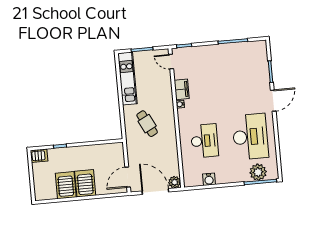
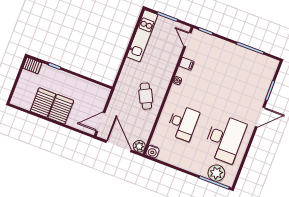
filing cabinet: (182, 89) -> (187, 64), width x0.50
cafe table: (147, 124) -> (146, 96), moved
water cooler: (209, 179) -> (153, 152), moved

